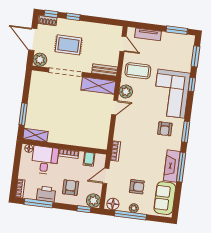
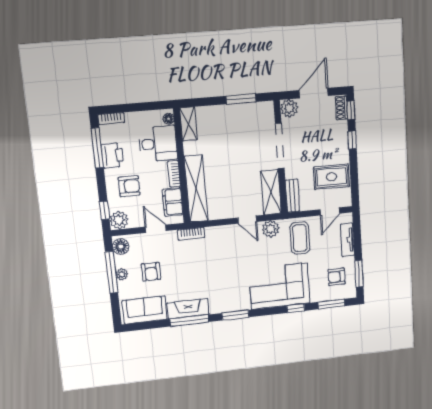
rug: (68, 45) -> (332, 177), moved, turned 90
window: (23, 114) -> (241, 99), moved
armchair: (165, 129) -> (337, 277), moved
shelving: (83, 140) -> (196, 189), added
filing cabinet: (89, 159) -> (173, 202), width x2.00

